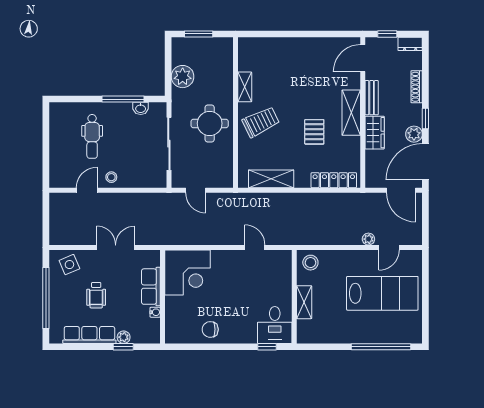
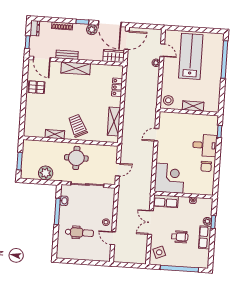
pallet: (314, 132) -> (36, 87), moved
wardrobe: (375, 133) -> (114, 56), moved
locker: (334, 180) -> (117, 87), width x0.66
row of seats: (151, 287) -> (166, 201), moved
desk: (275, 325) -> (205, 145), moved
row of seats: (89, 335) -> (205, 237), width x0.68

